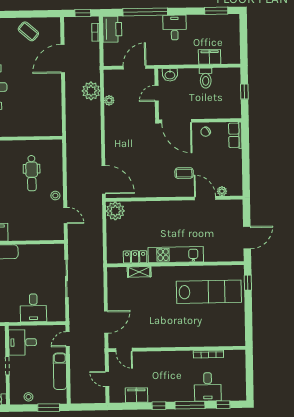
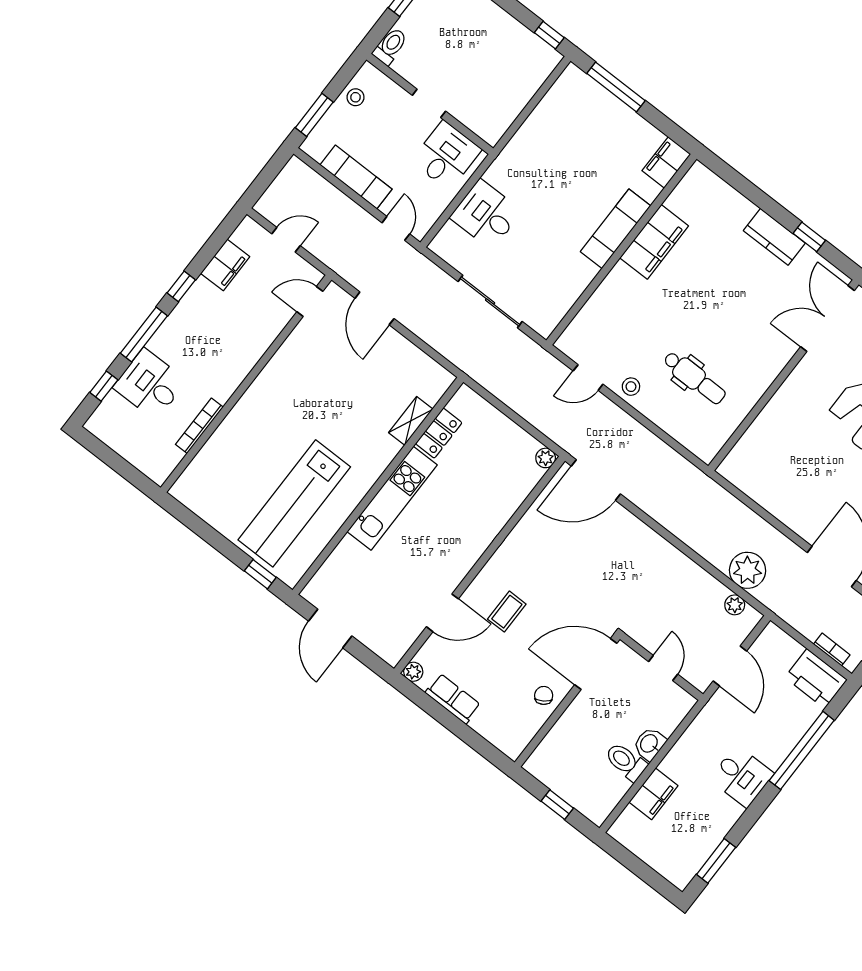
washbasin: (170, 75) -> (649, 744), moved
plant: (109, 100) -> (735, 605), moved
row of seats: (235, 135) -> (453, 699), moved
dental chair: (32, 173) -> (695, 378), turned 180
plant: (222, 191) -> (413, 672), moved
plant: (115, 211) -> (546, 458), width x0.53, depth x0.53

